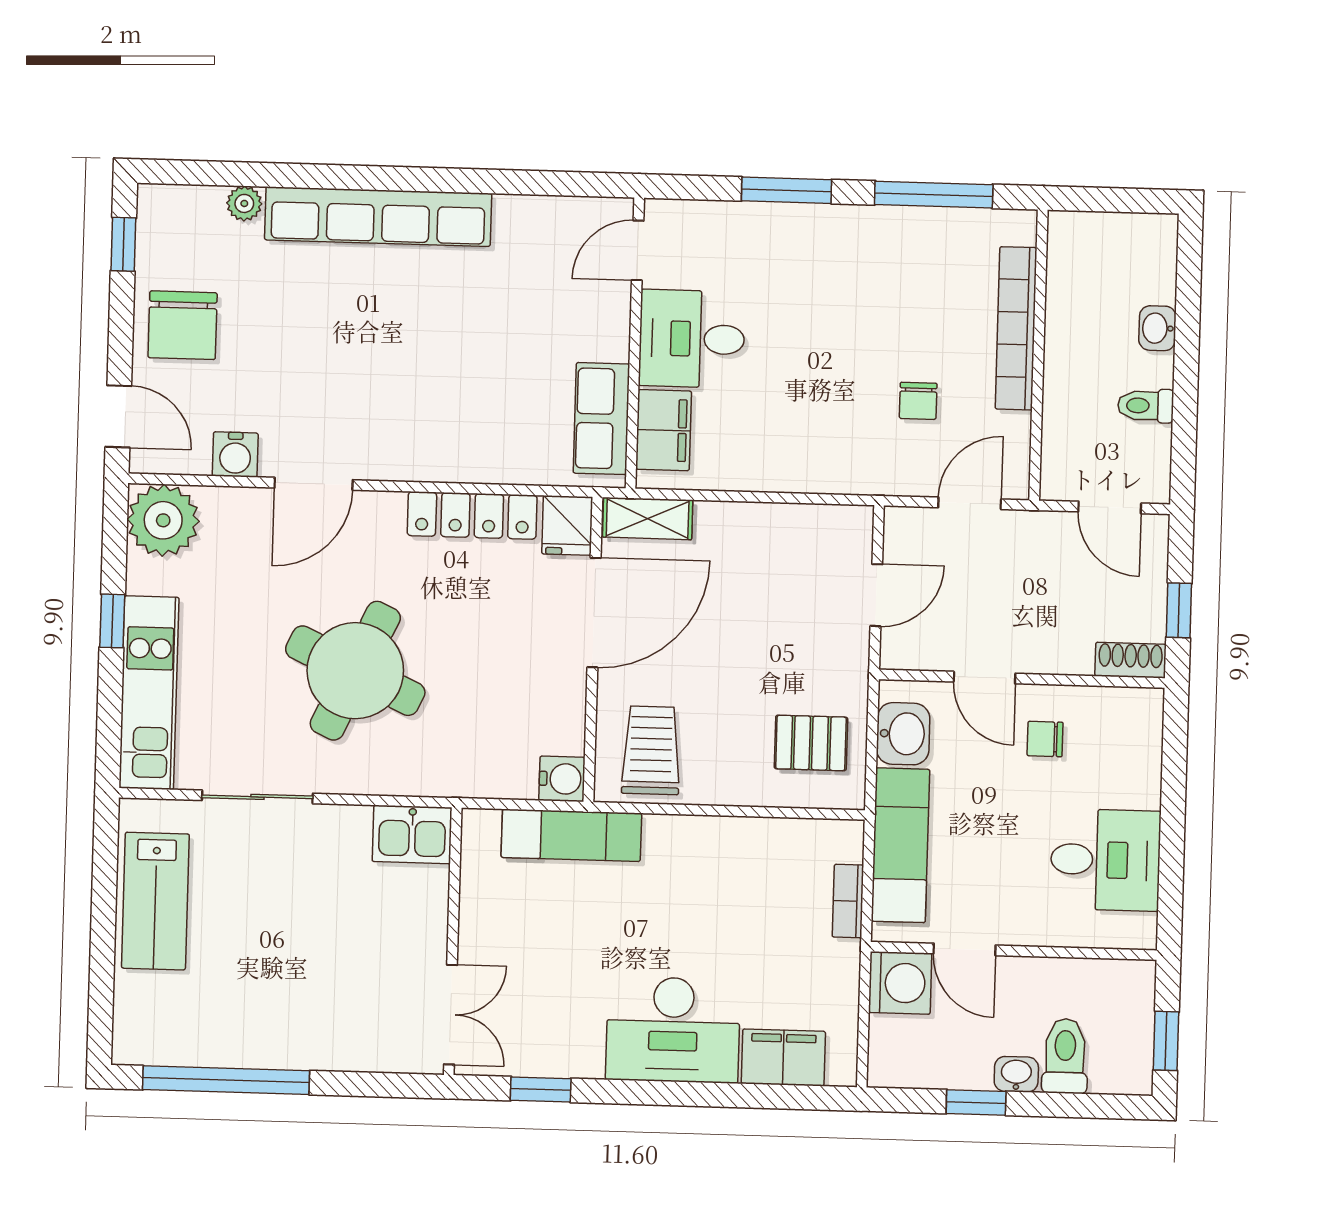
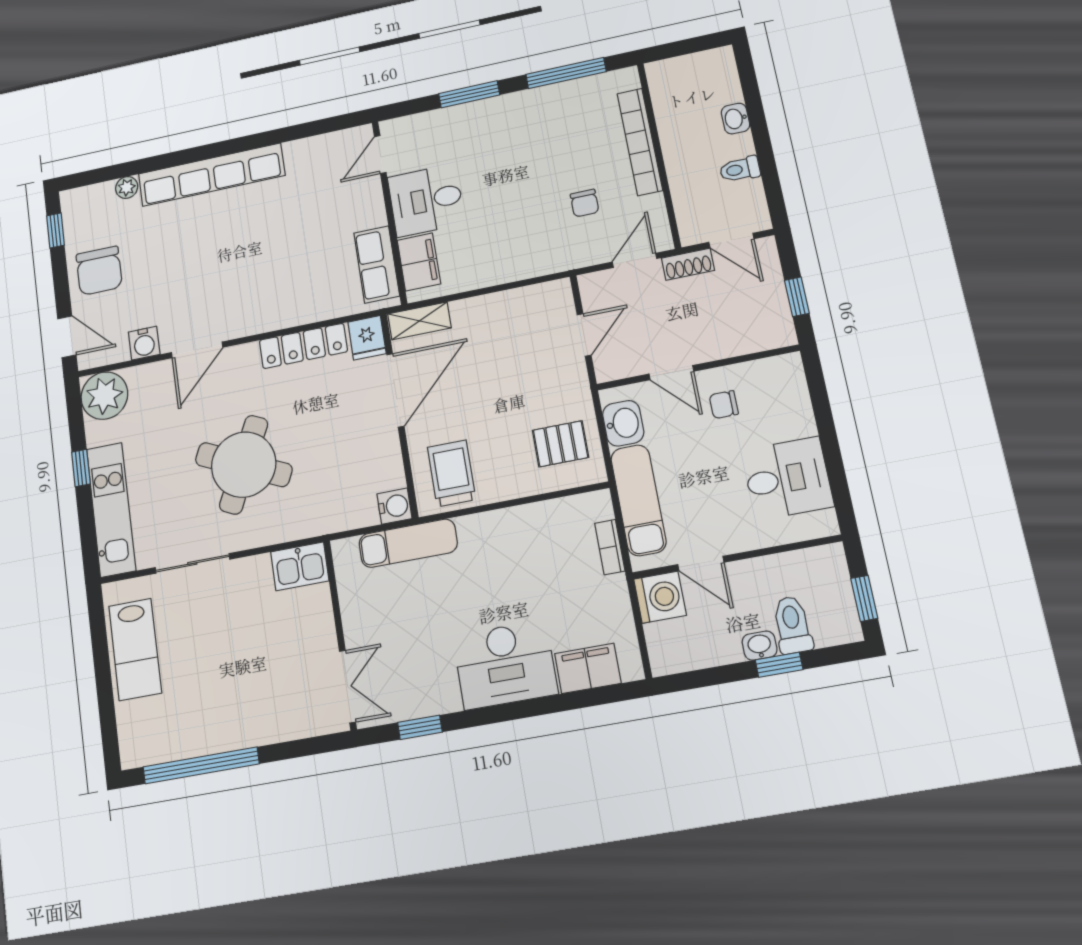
shoe rack: (1130, 660) -> (688, 264), moved, turned 180
window: (976, 1102) -> (779, 665), moved

